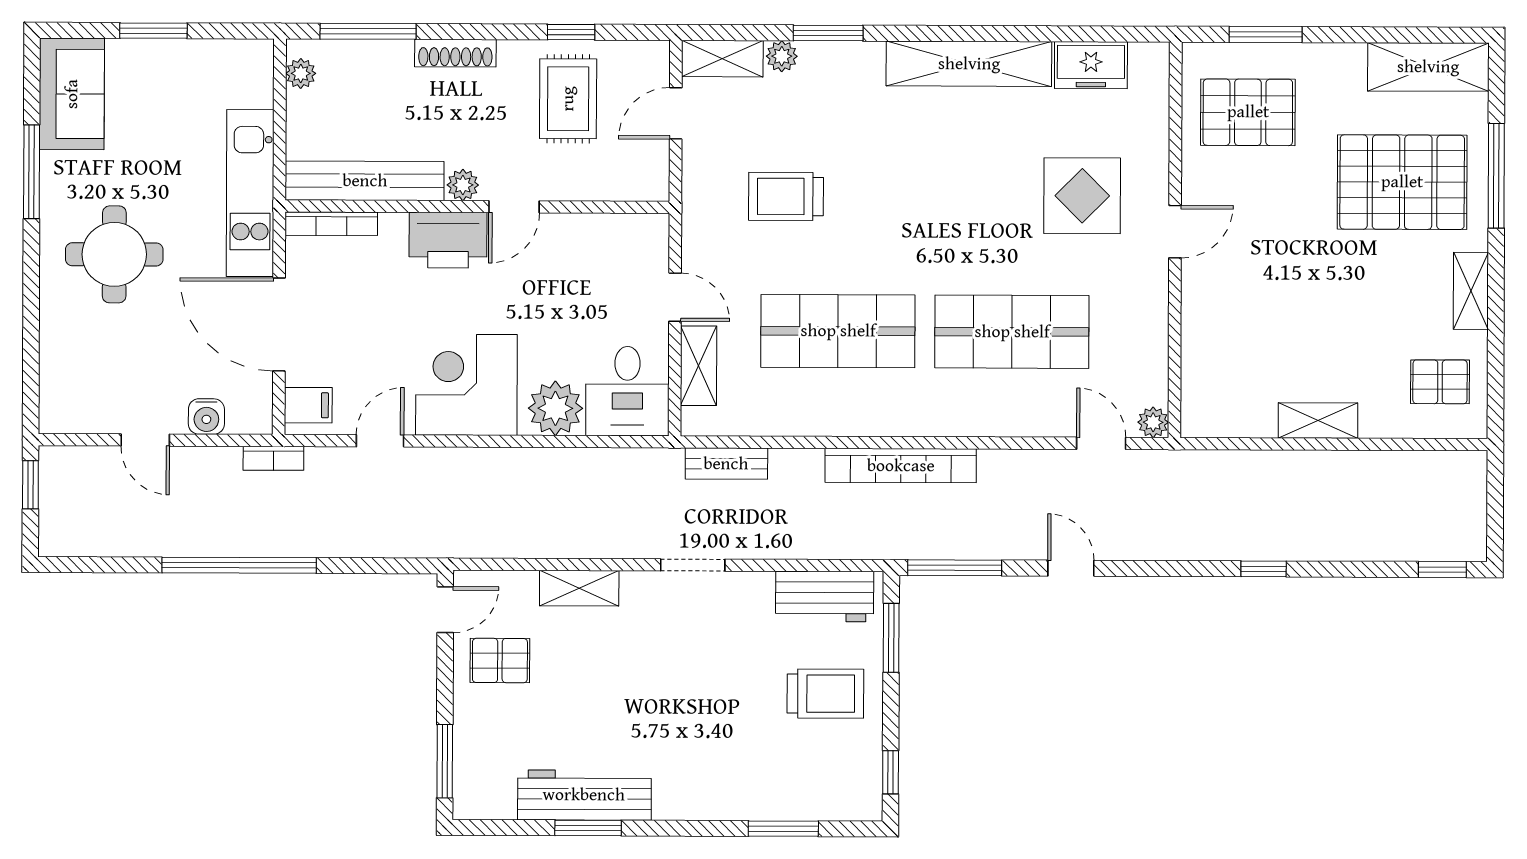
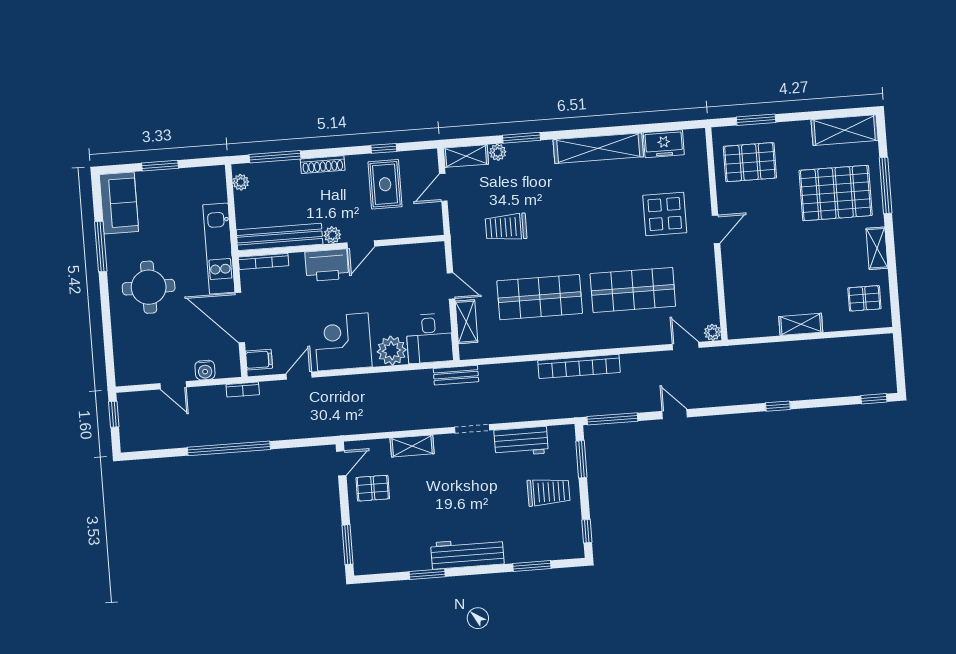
bench: (726, 464) -> (456, 375), moved
workbench: (825, 596) -> (521, 442), moved
workbench: (584, 795) -> (467, 553), moved

